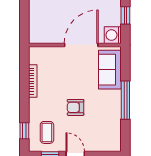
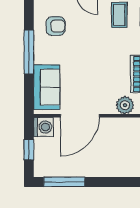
plant: (42, 54) -> (125, 105), added
armchair: (76, 107) -> (56, 26), moved

